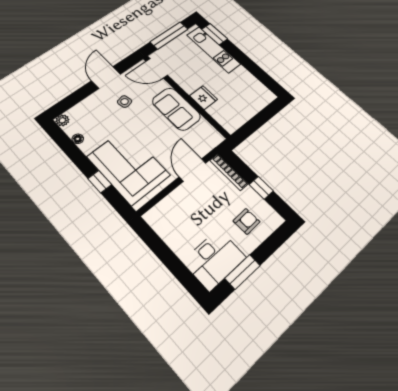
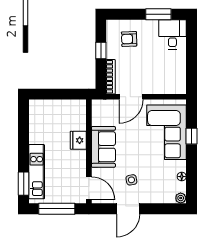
desk: (214, 259) -> (172, 34), width x0.73

